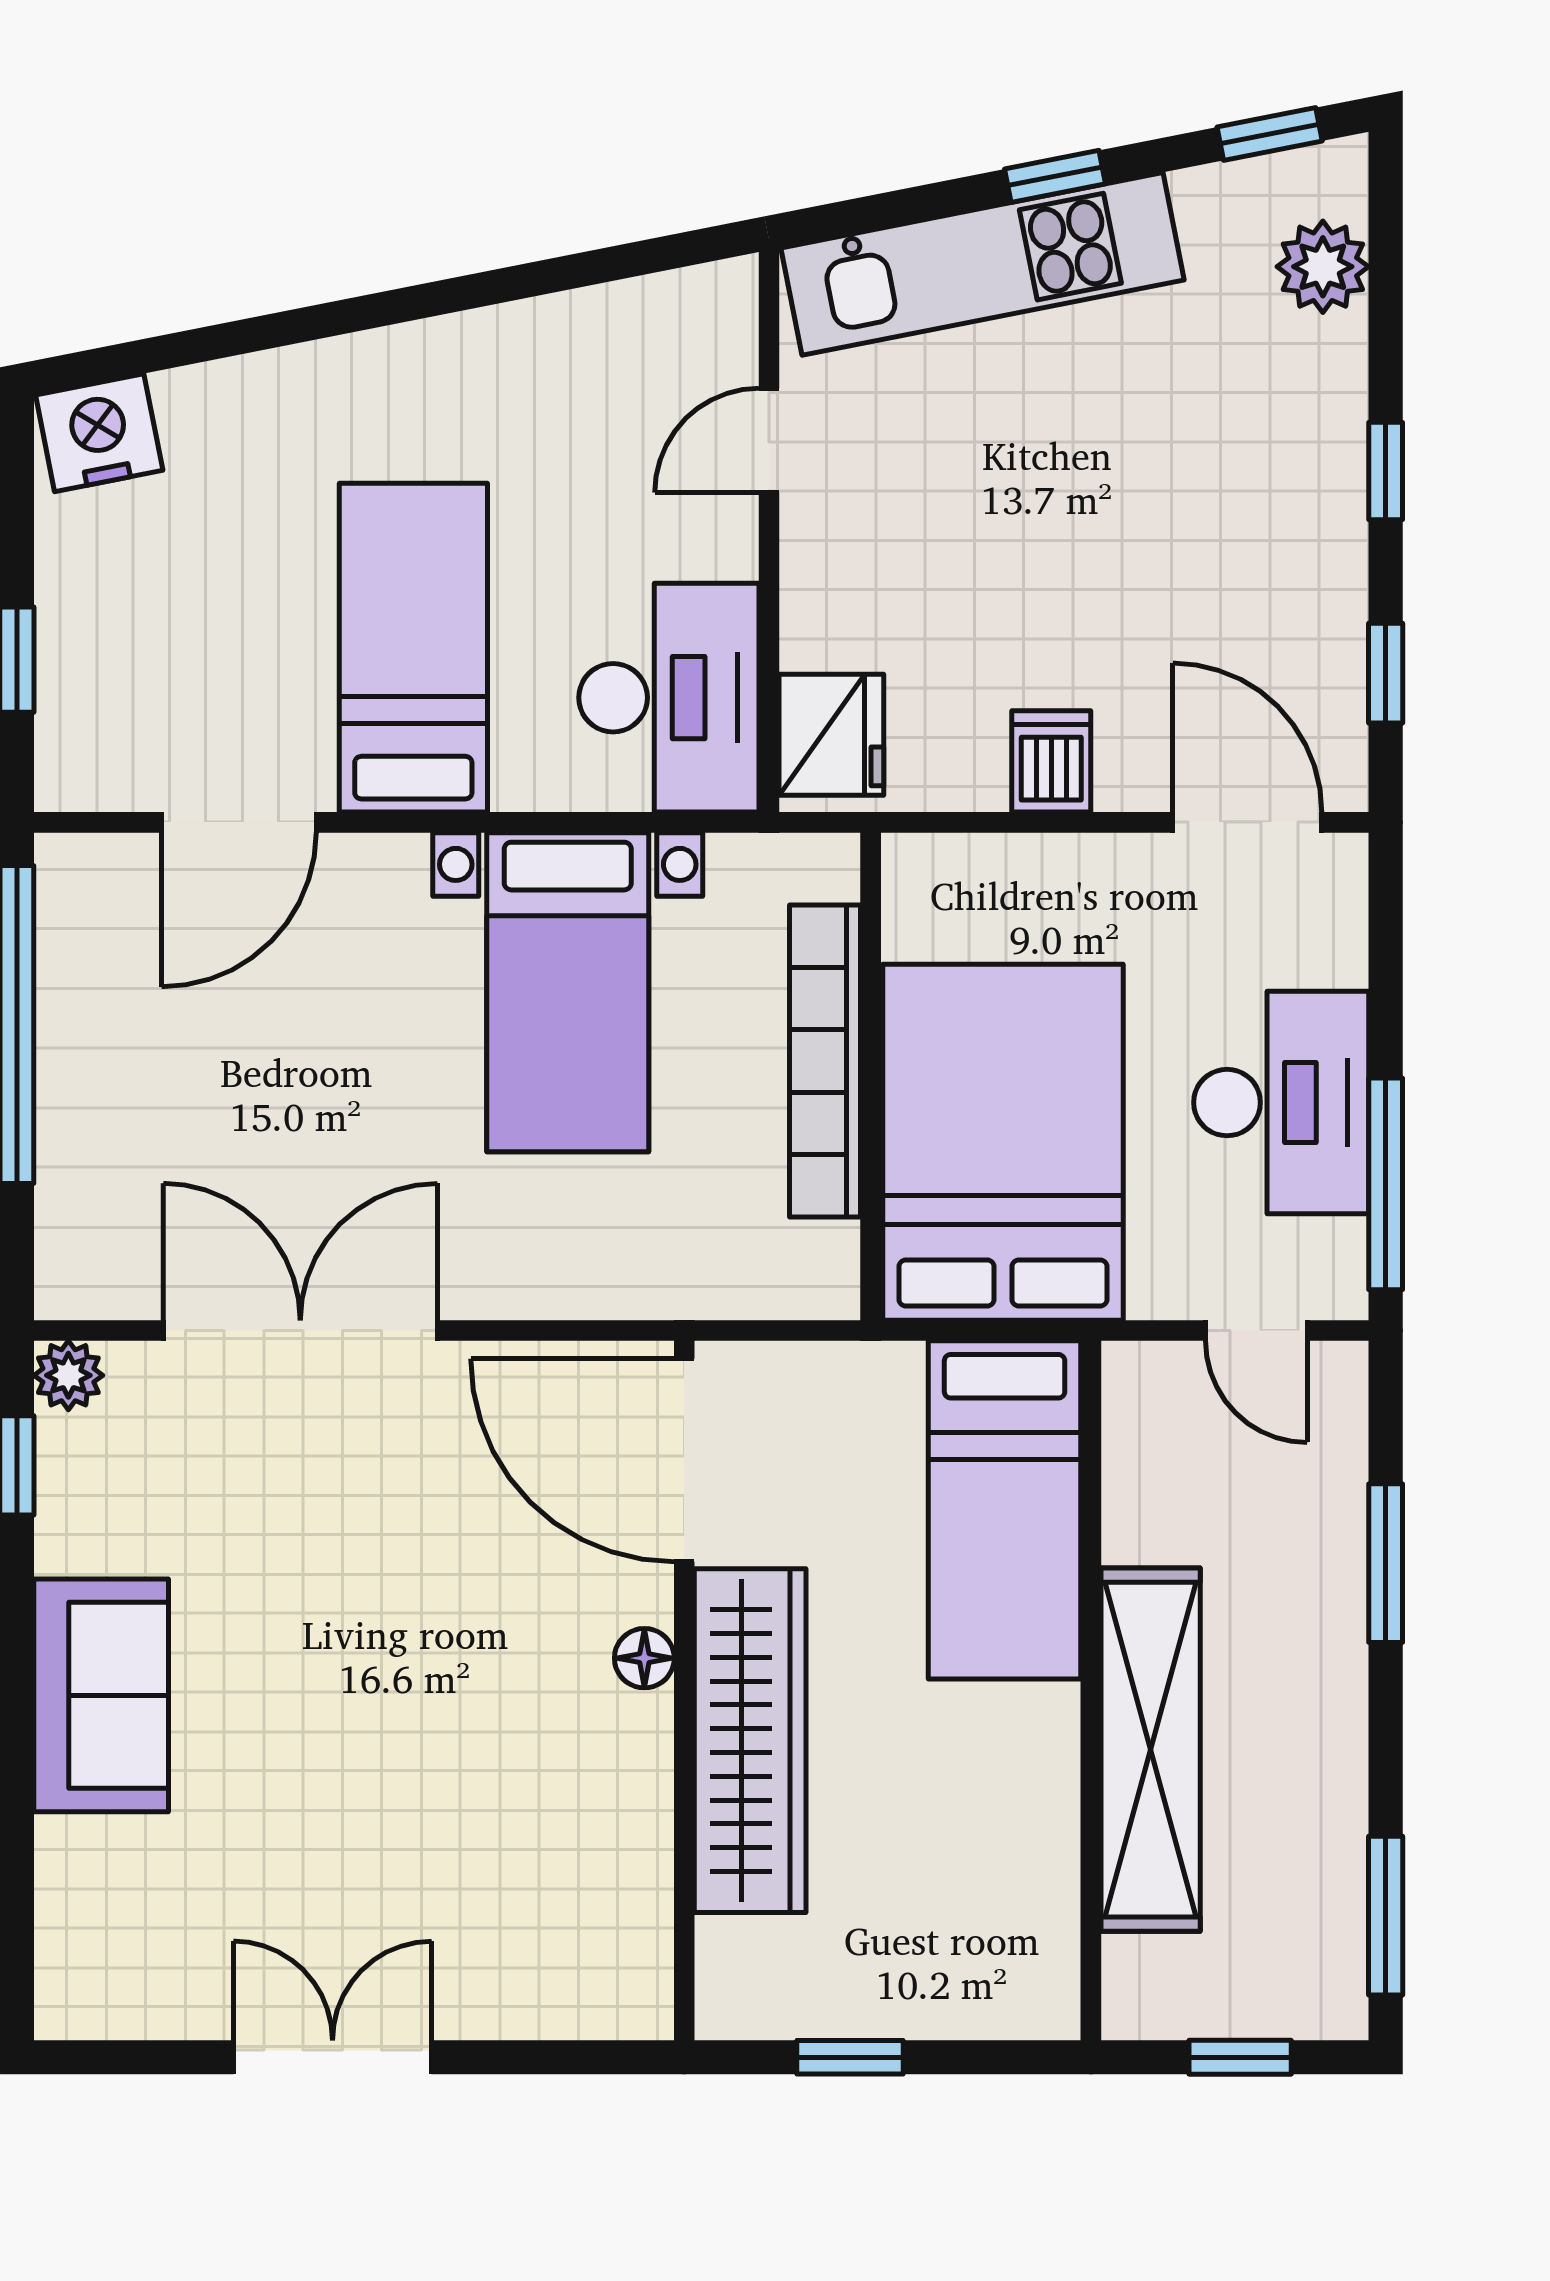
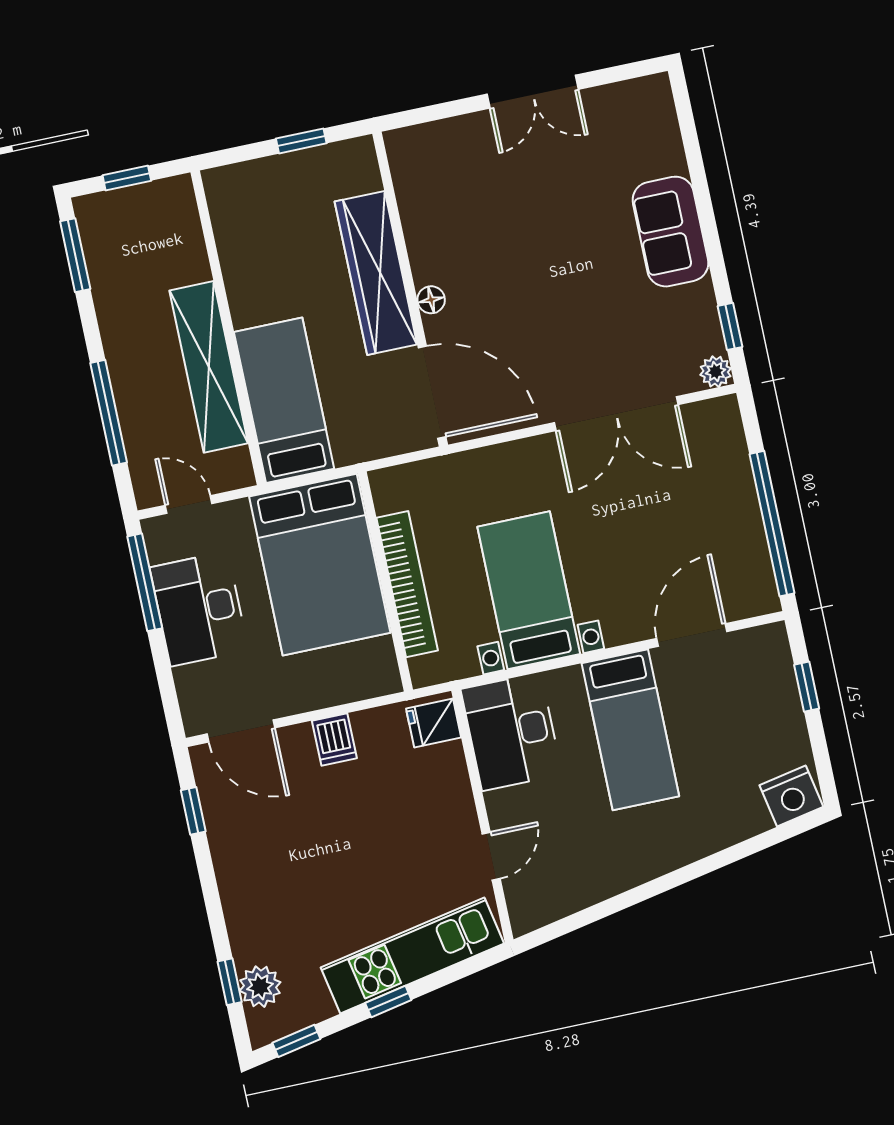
window: (1386, 471) -> (230, 982), moved
fridge: (831, 735) -> (434, 723), width x0.72
window: (1386, 1563) -> (109, 413), width x1.44
shelving: (1151, 1750) -> (209, 367), moved

